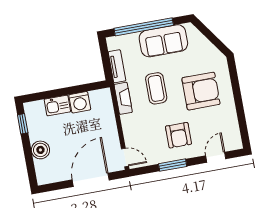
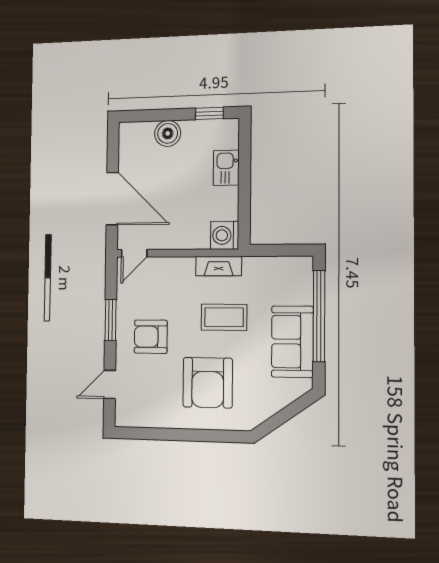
tv unit: (117, 66) -> (267, 265), removed
washing machine: (80, 102) -> (225, 235), moved
door: (216, 157) -> (110, 384), swing flipped

